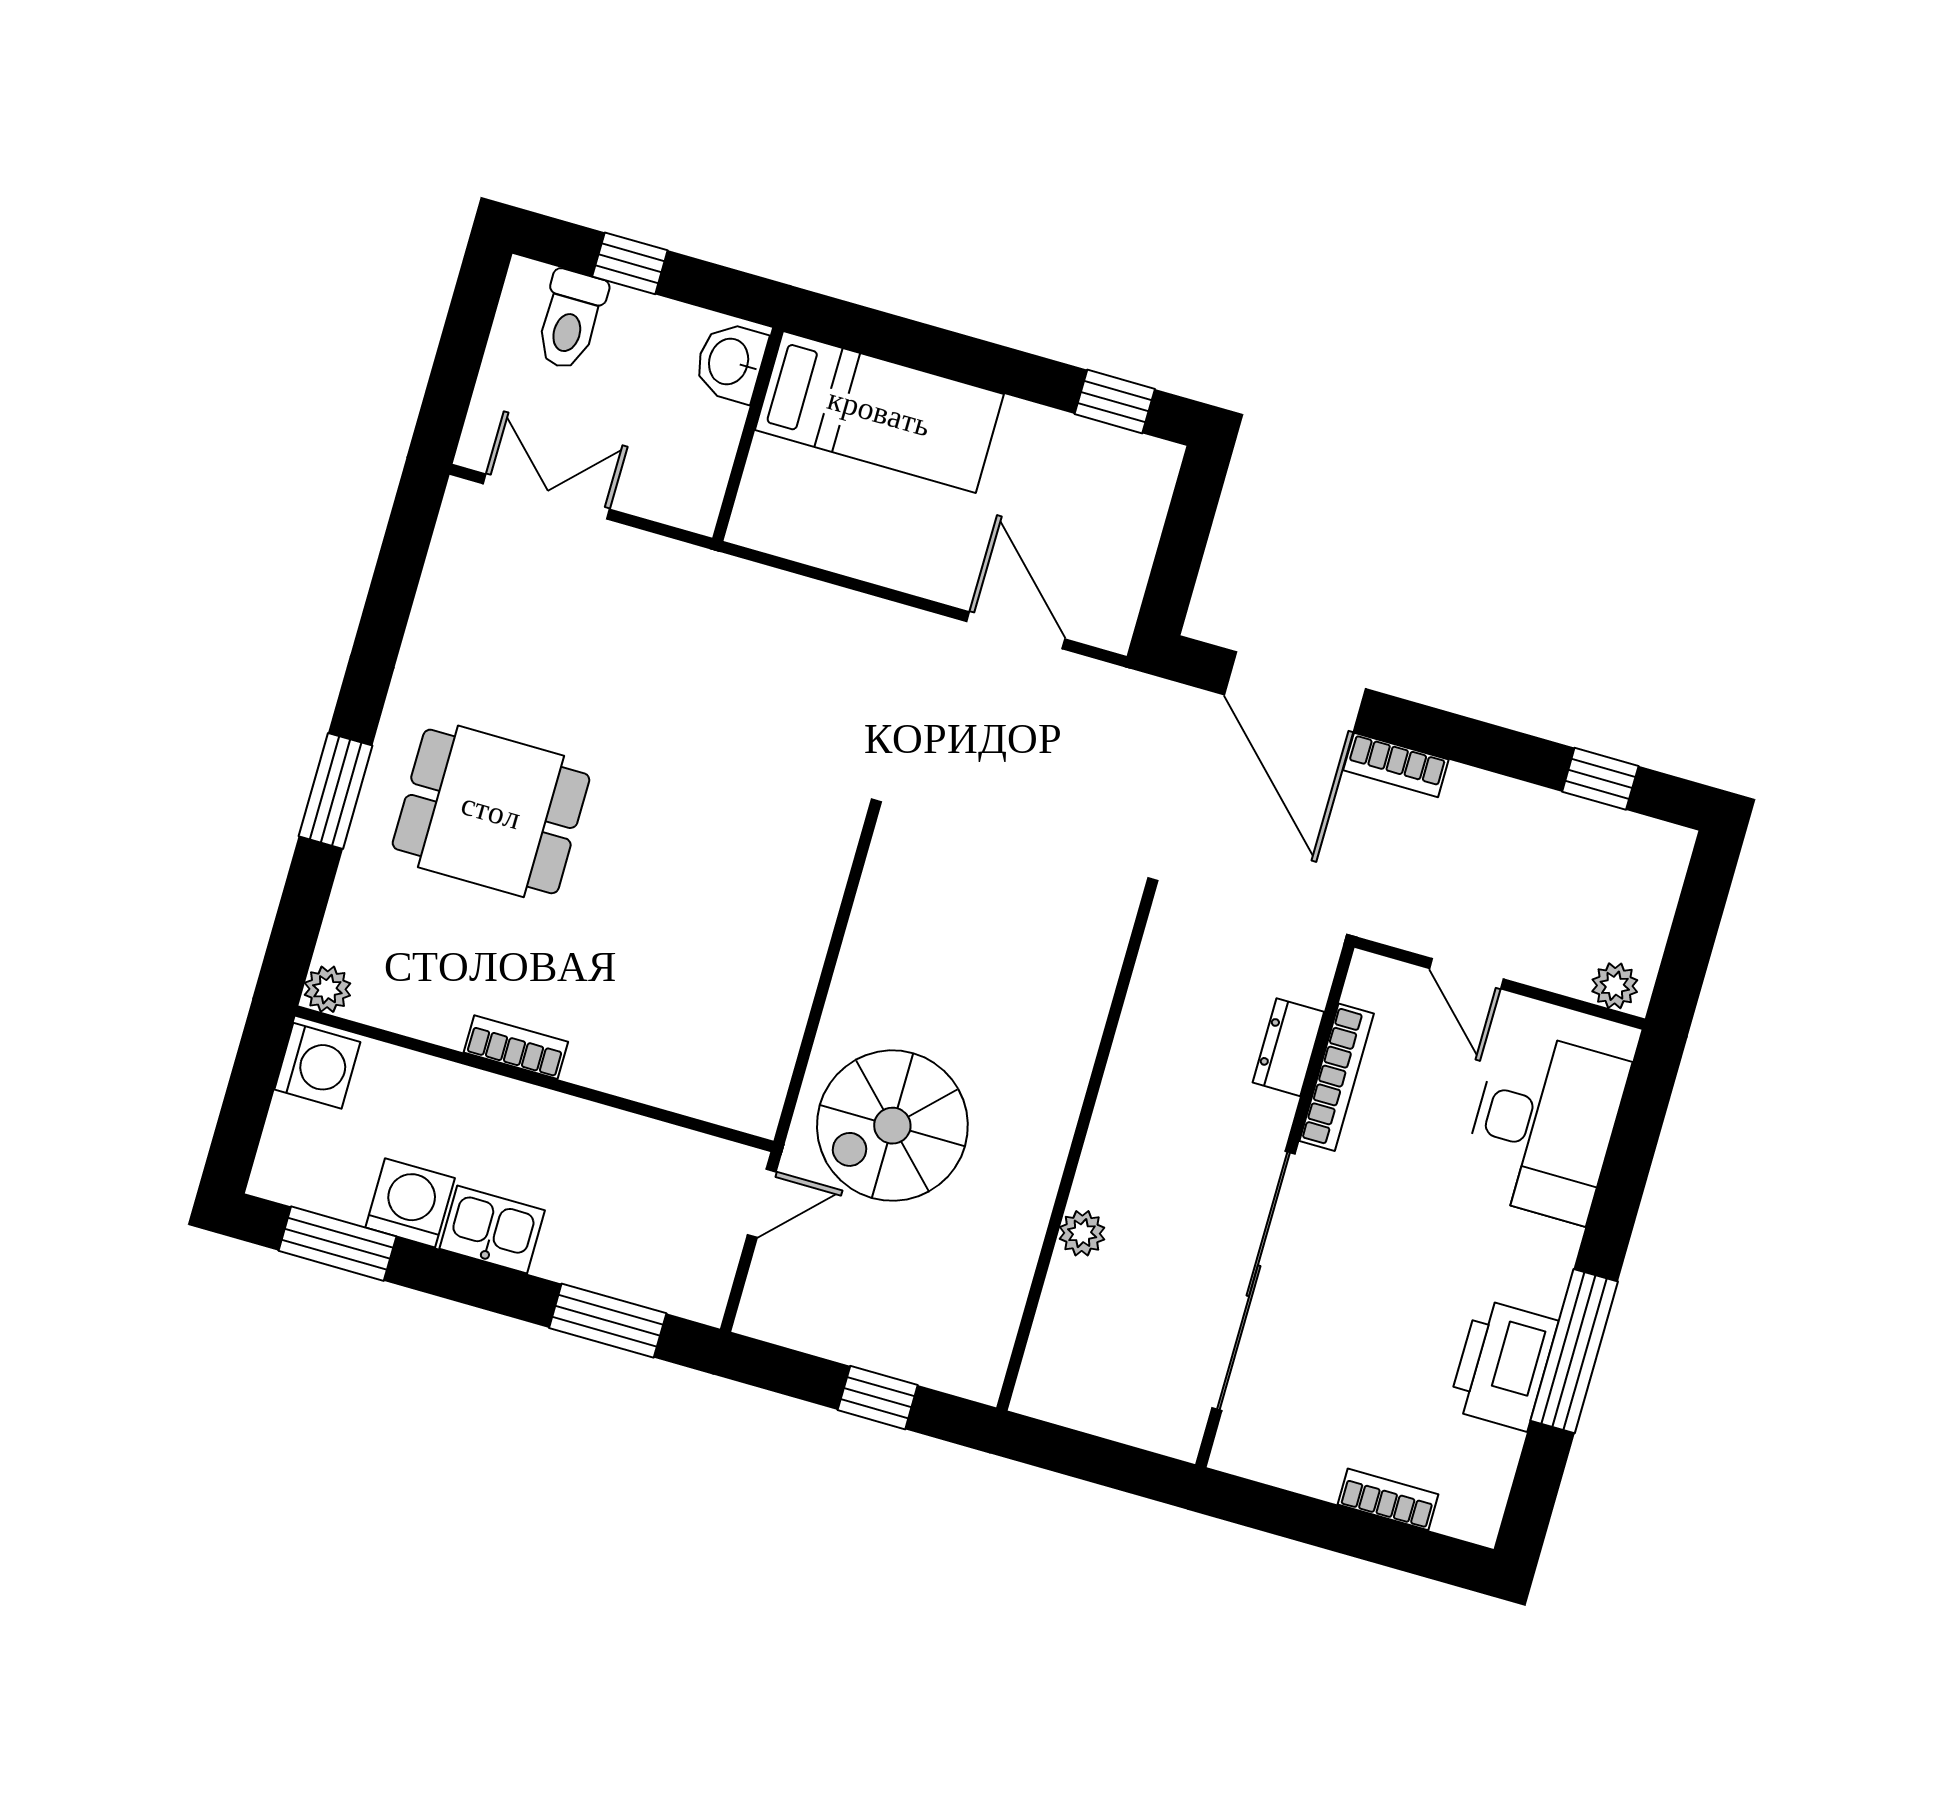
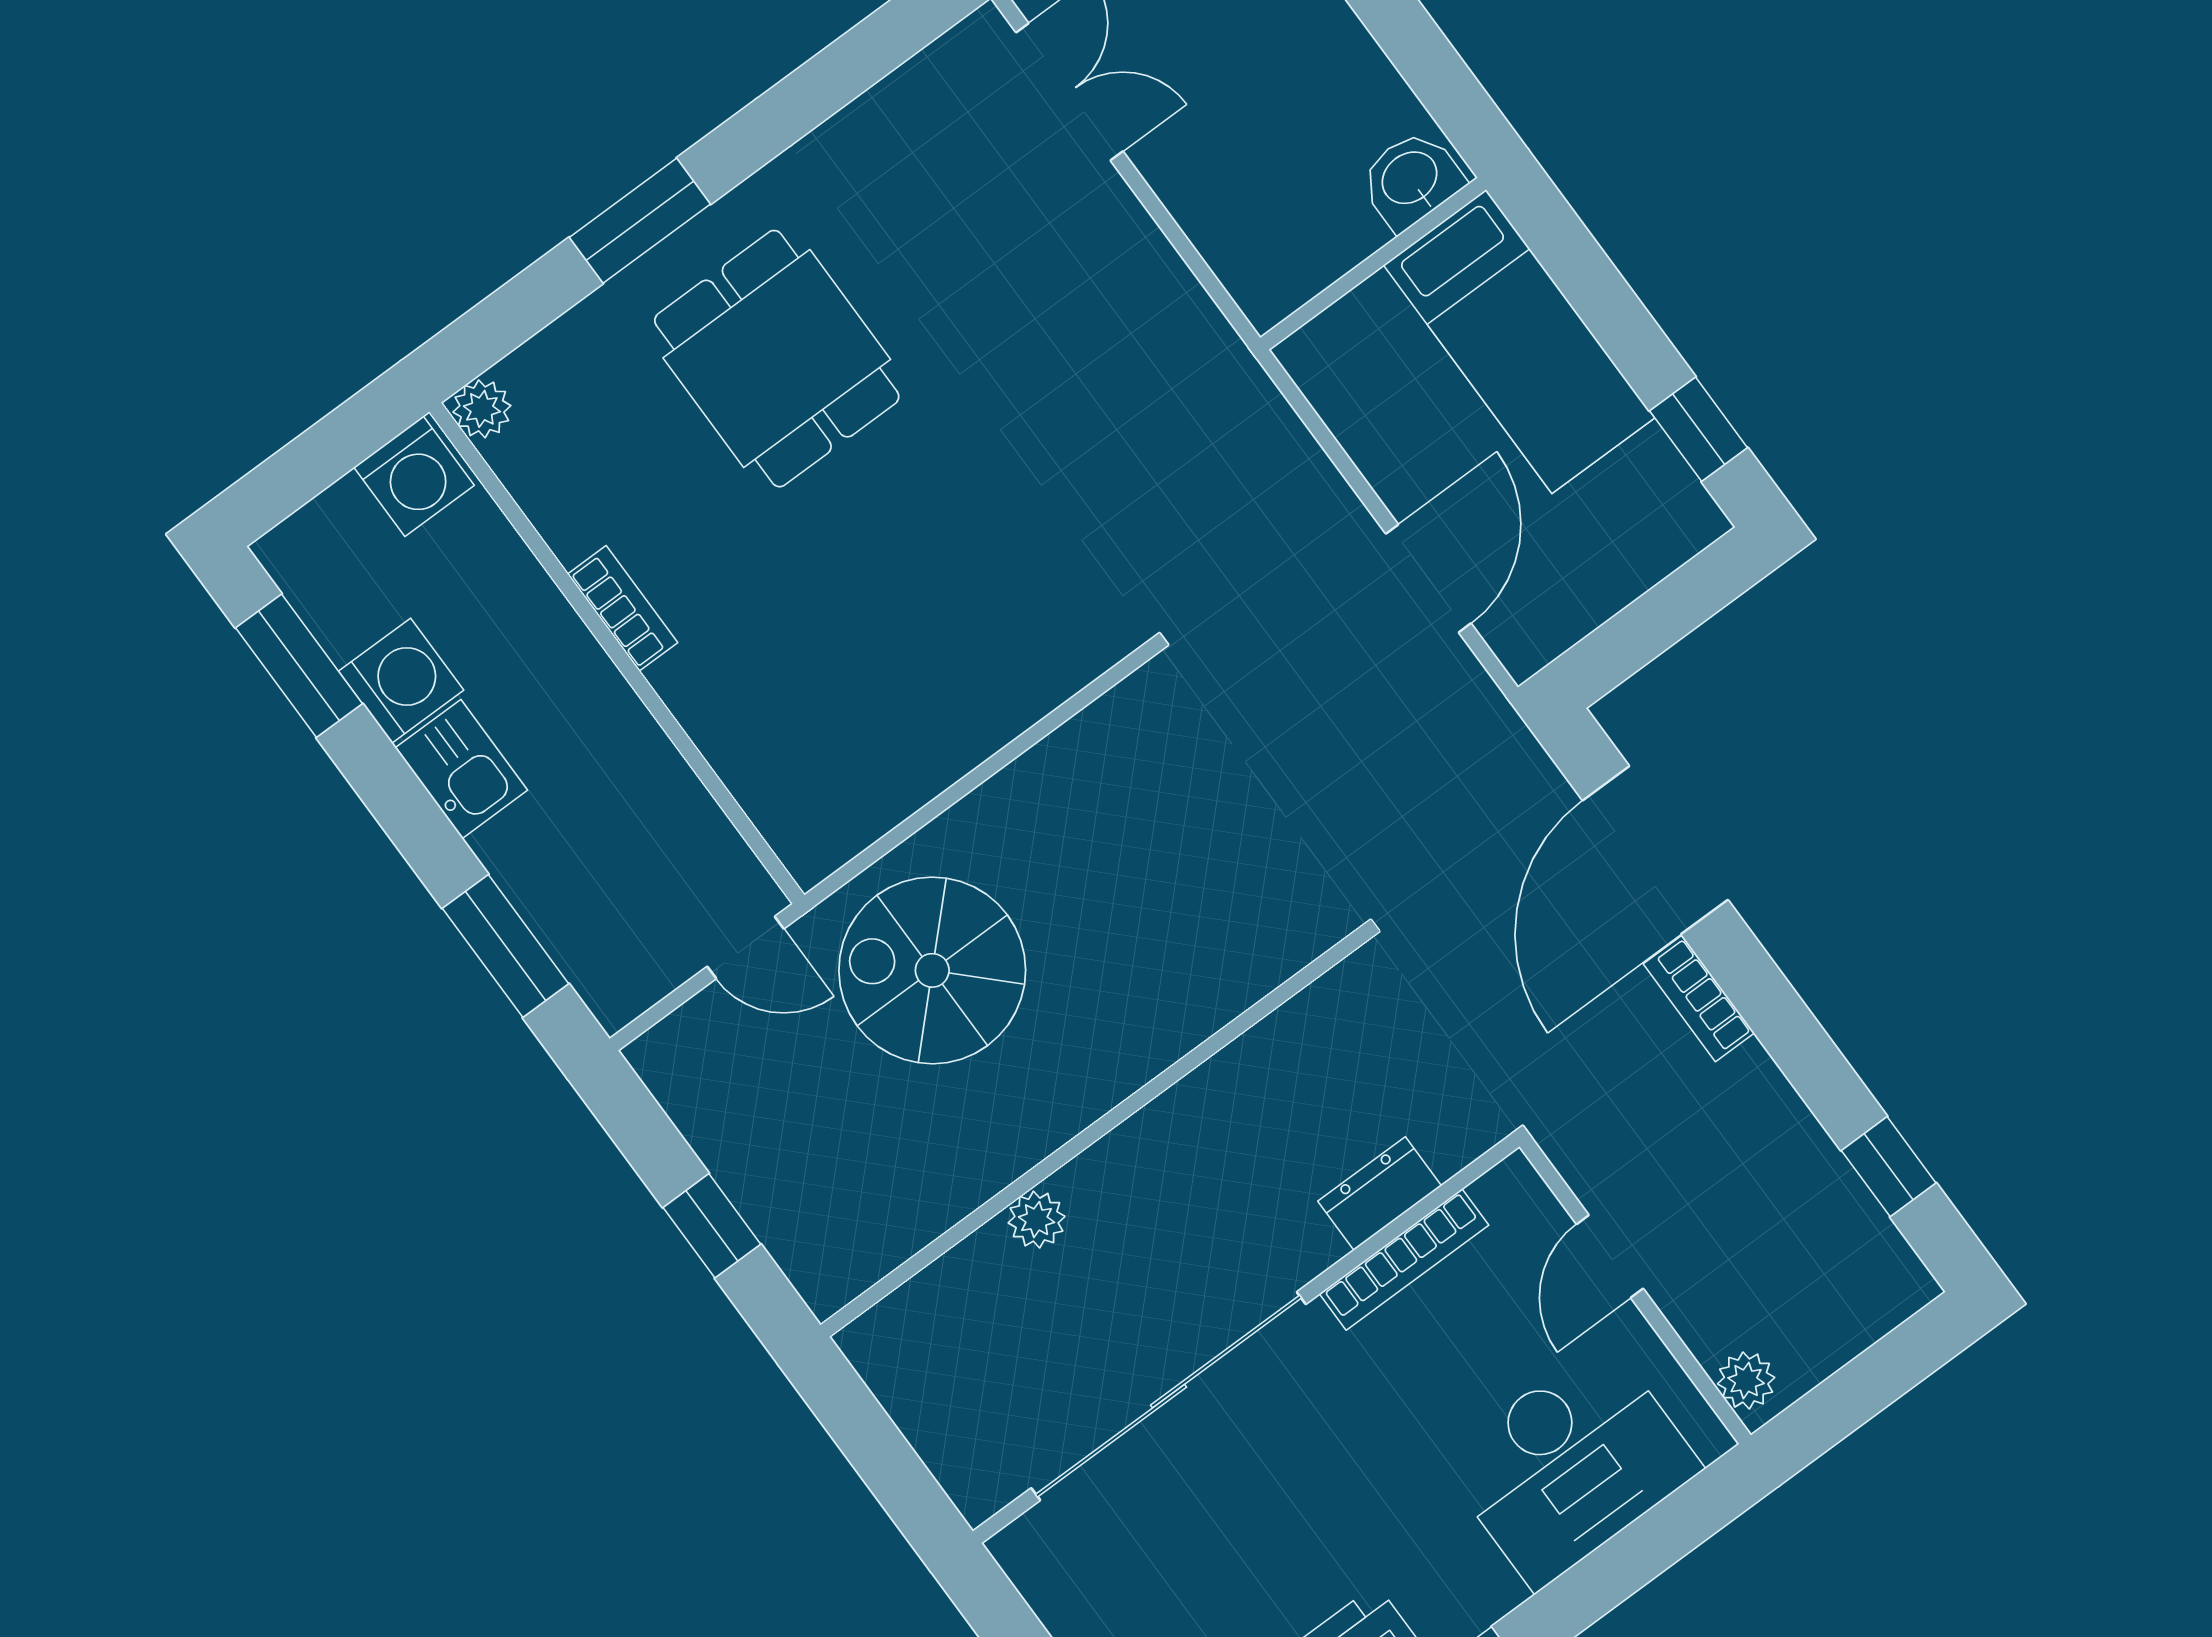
washbasin: (730, 362) -> (1411, 180), moved
bed: (879, 412) -> (1519, 341), moved
wall: (748, 434) -> (1373, 264), moved

